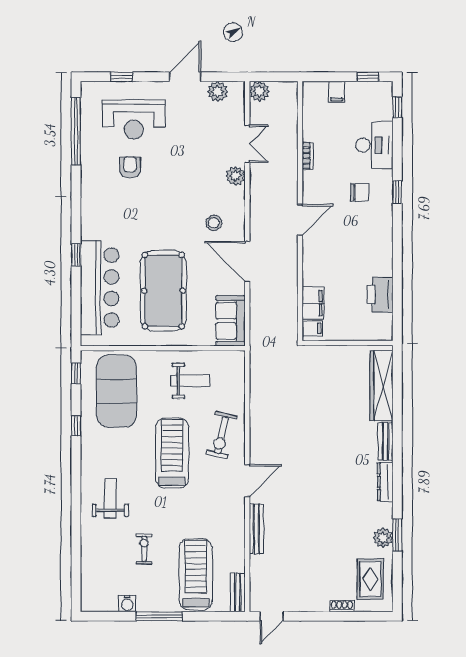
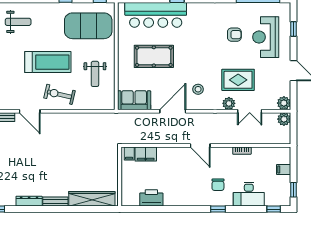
plant: (217, 91) -> (284, 103), moved
rug: (199, 162) -> (238, 80), added
pool table: (163, 291) -> (154, 56), width x0.73, depth x0.76

